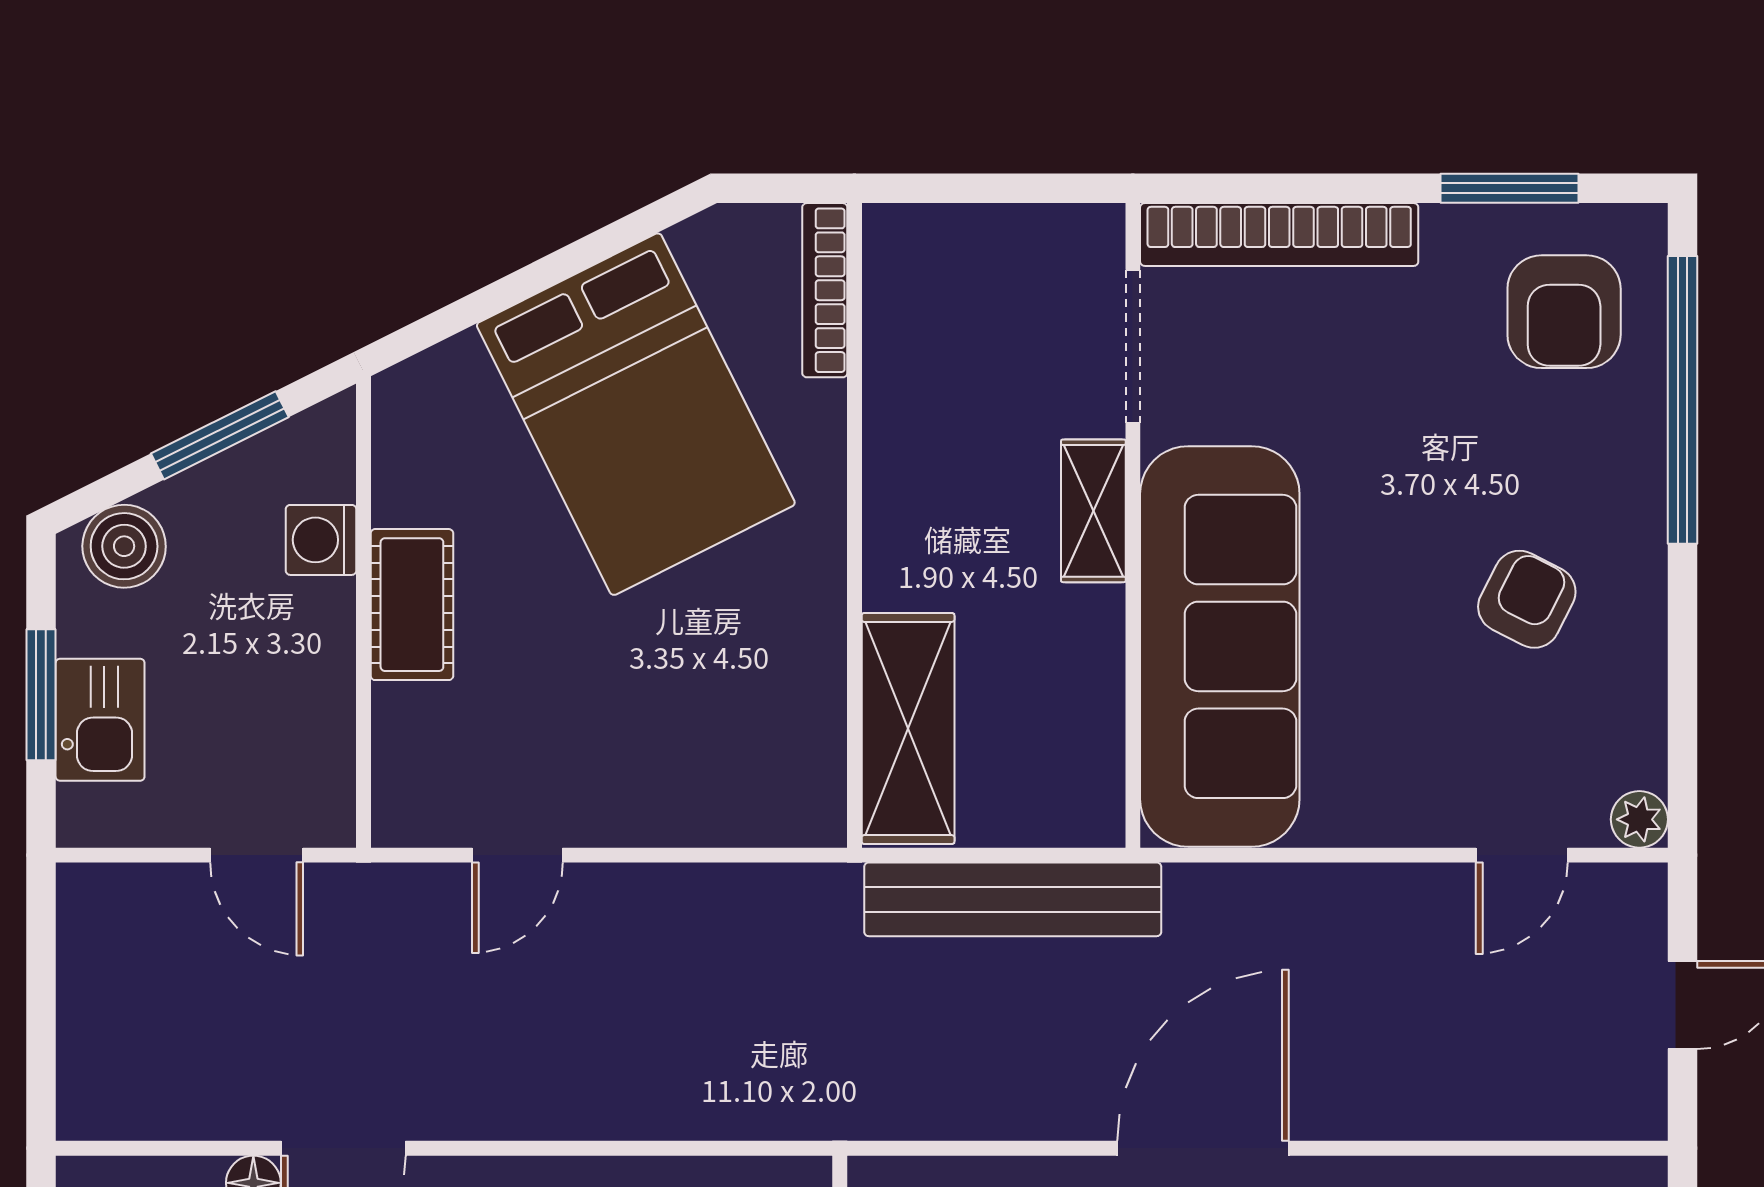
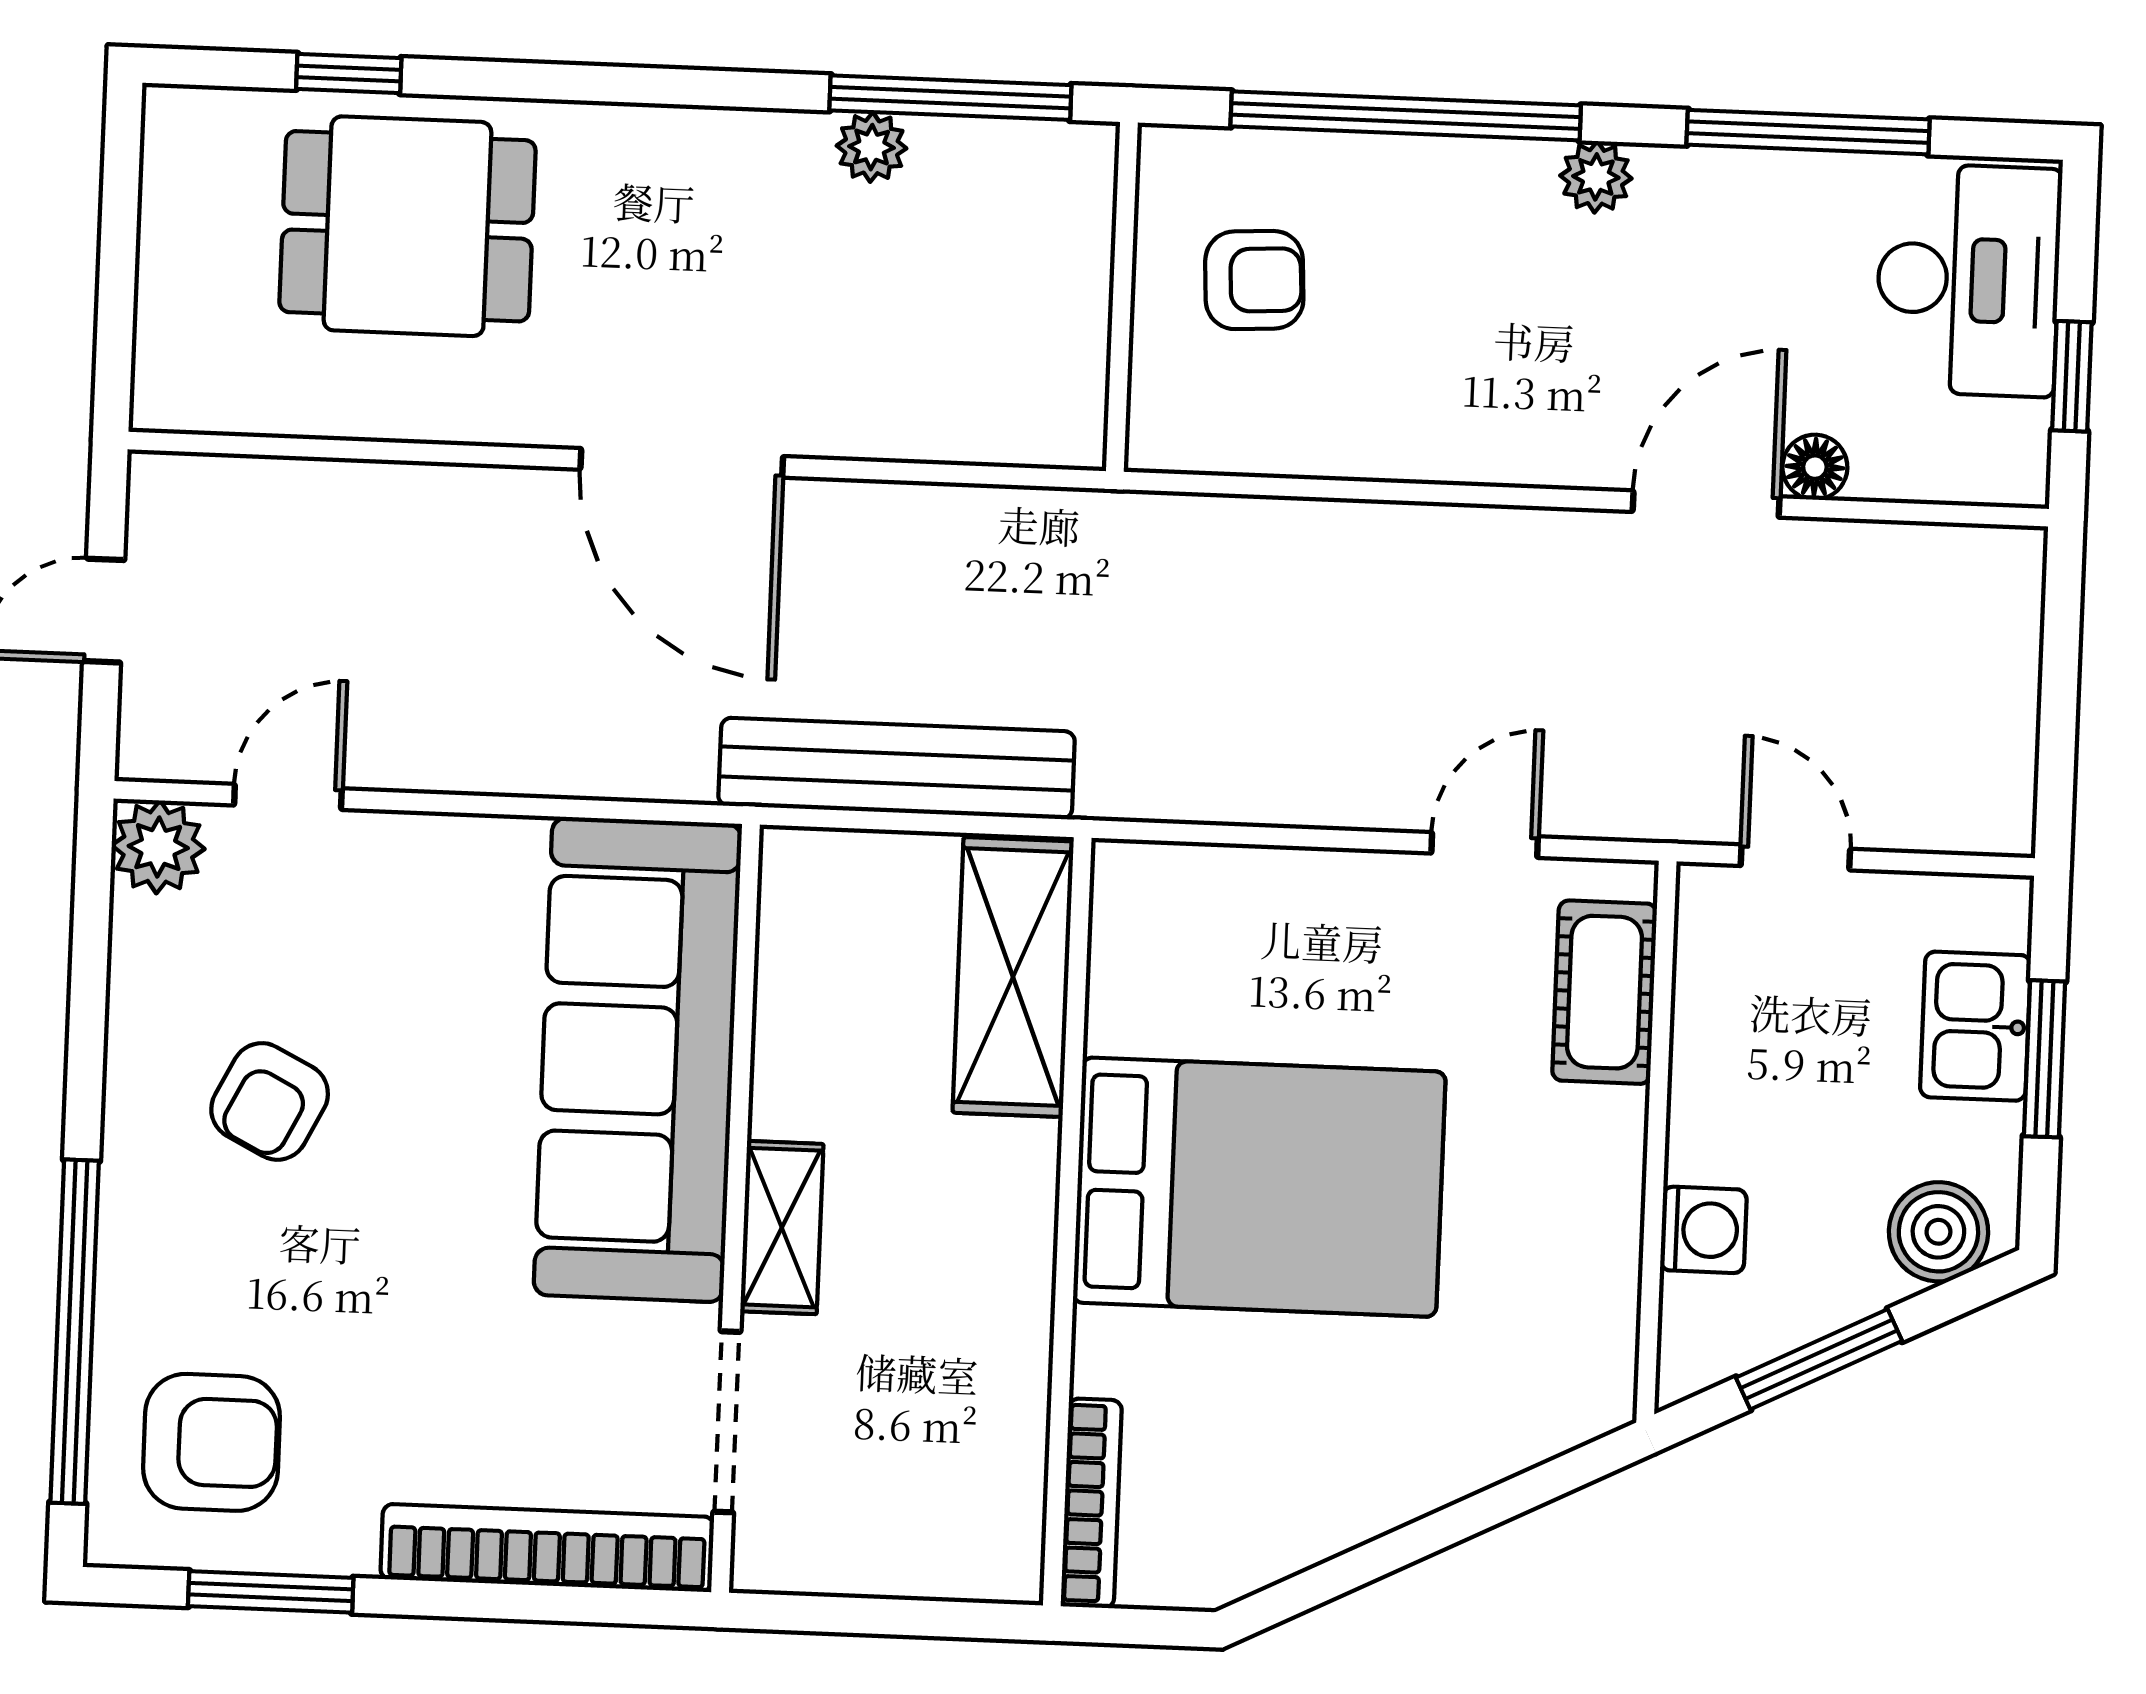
armchair: (1564, 312) -> (211, 1442), turned 90
bed: (636, 414) -> (1259, 1187), moved, turned 117
cot: (412, 605) -> (1605, 992), moved
plant: (1639, 819) -> (158, 847), width x1.38, depth x1.38
door: (1203, 1148) -> (682, 463), hinge flipped

